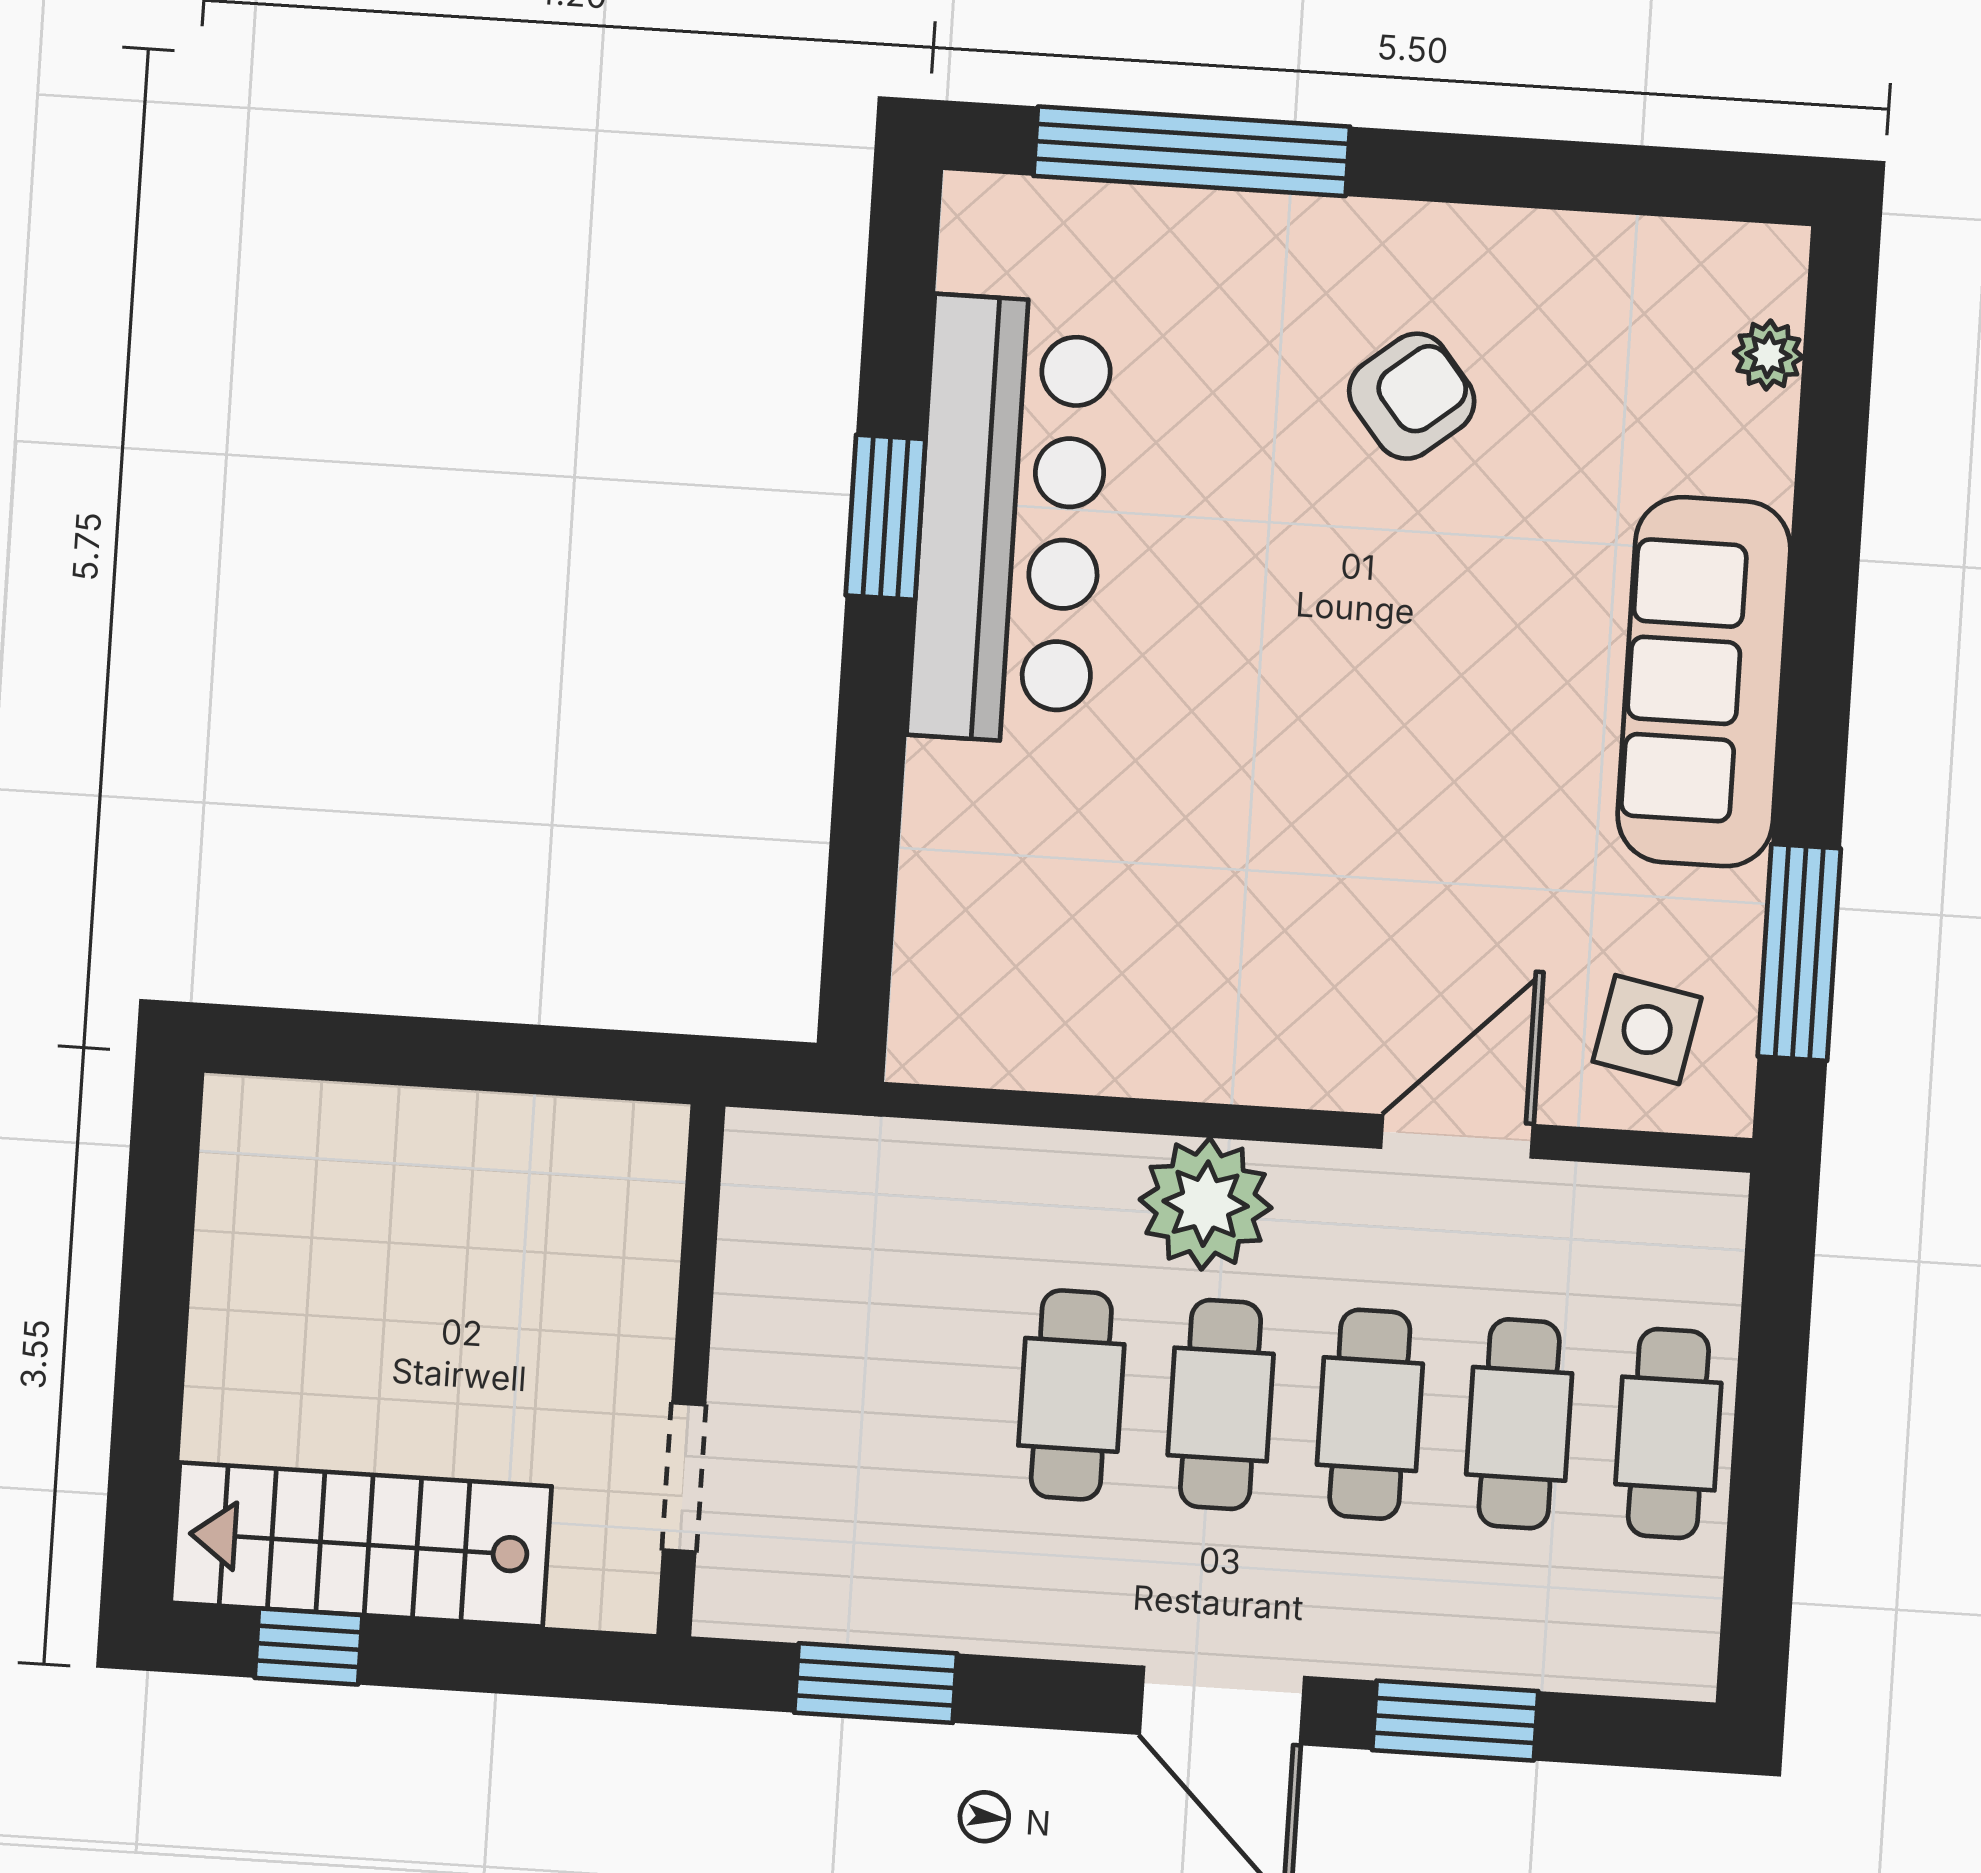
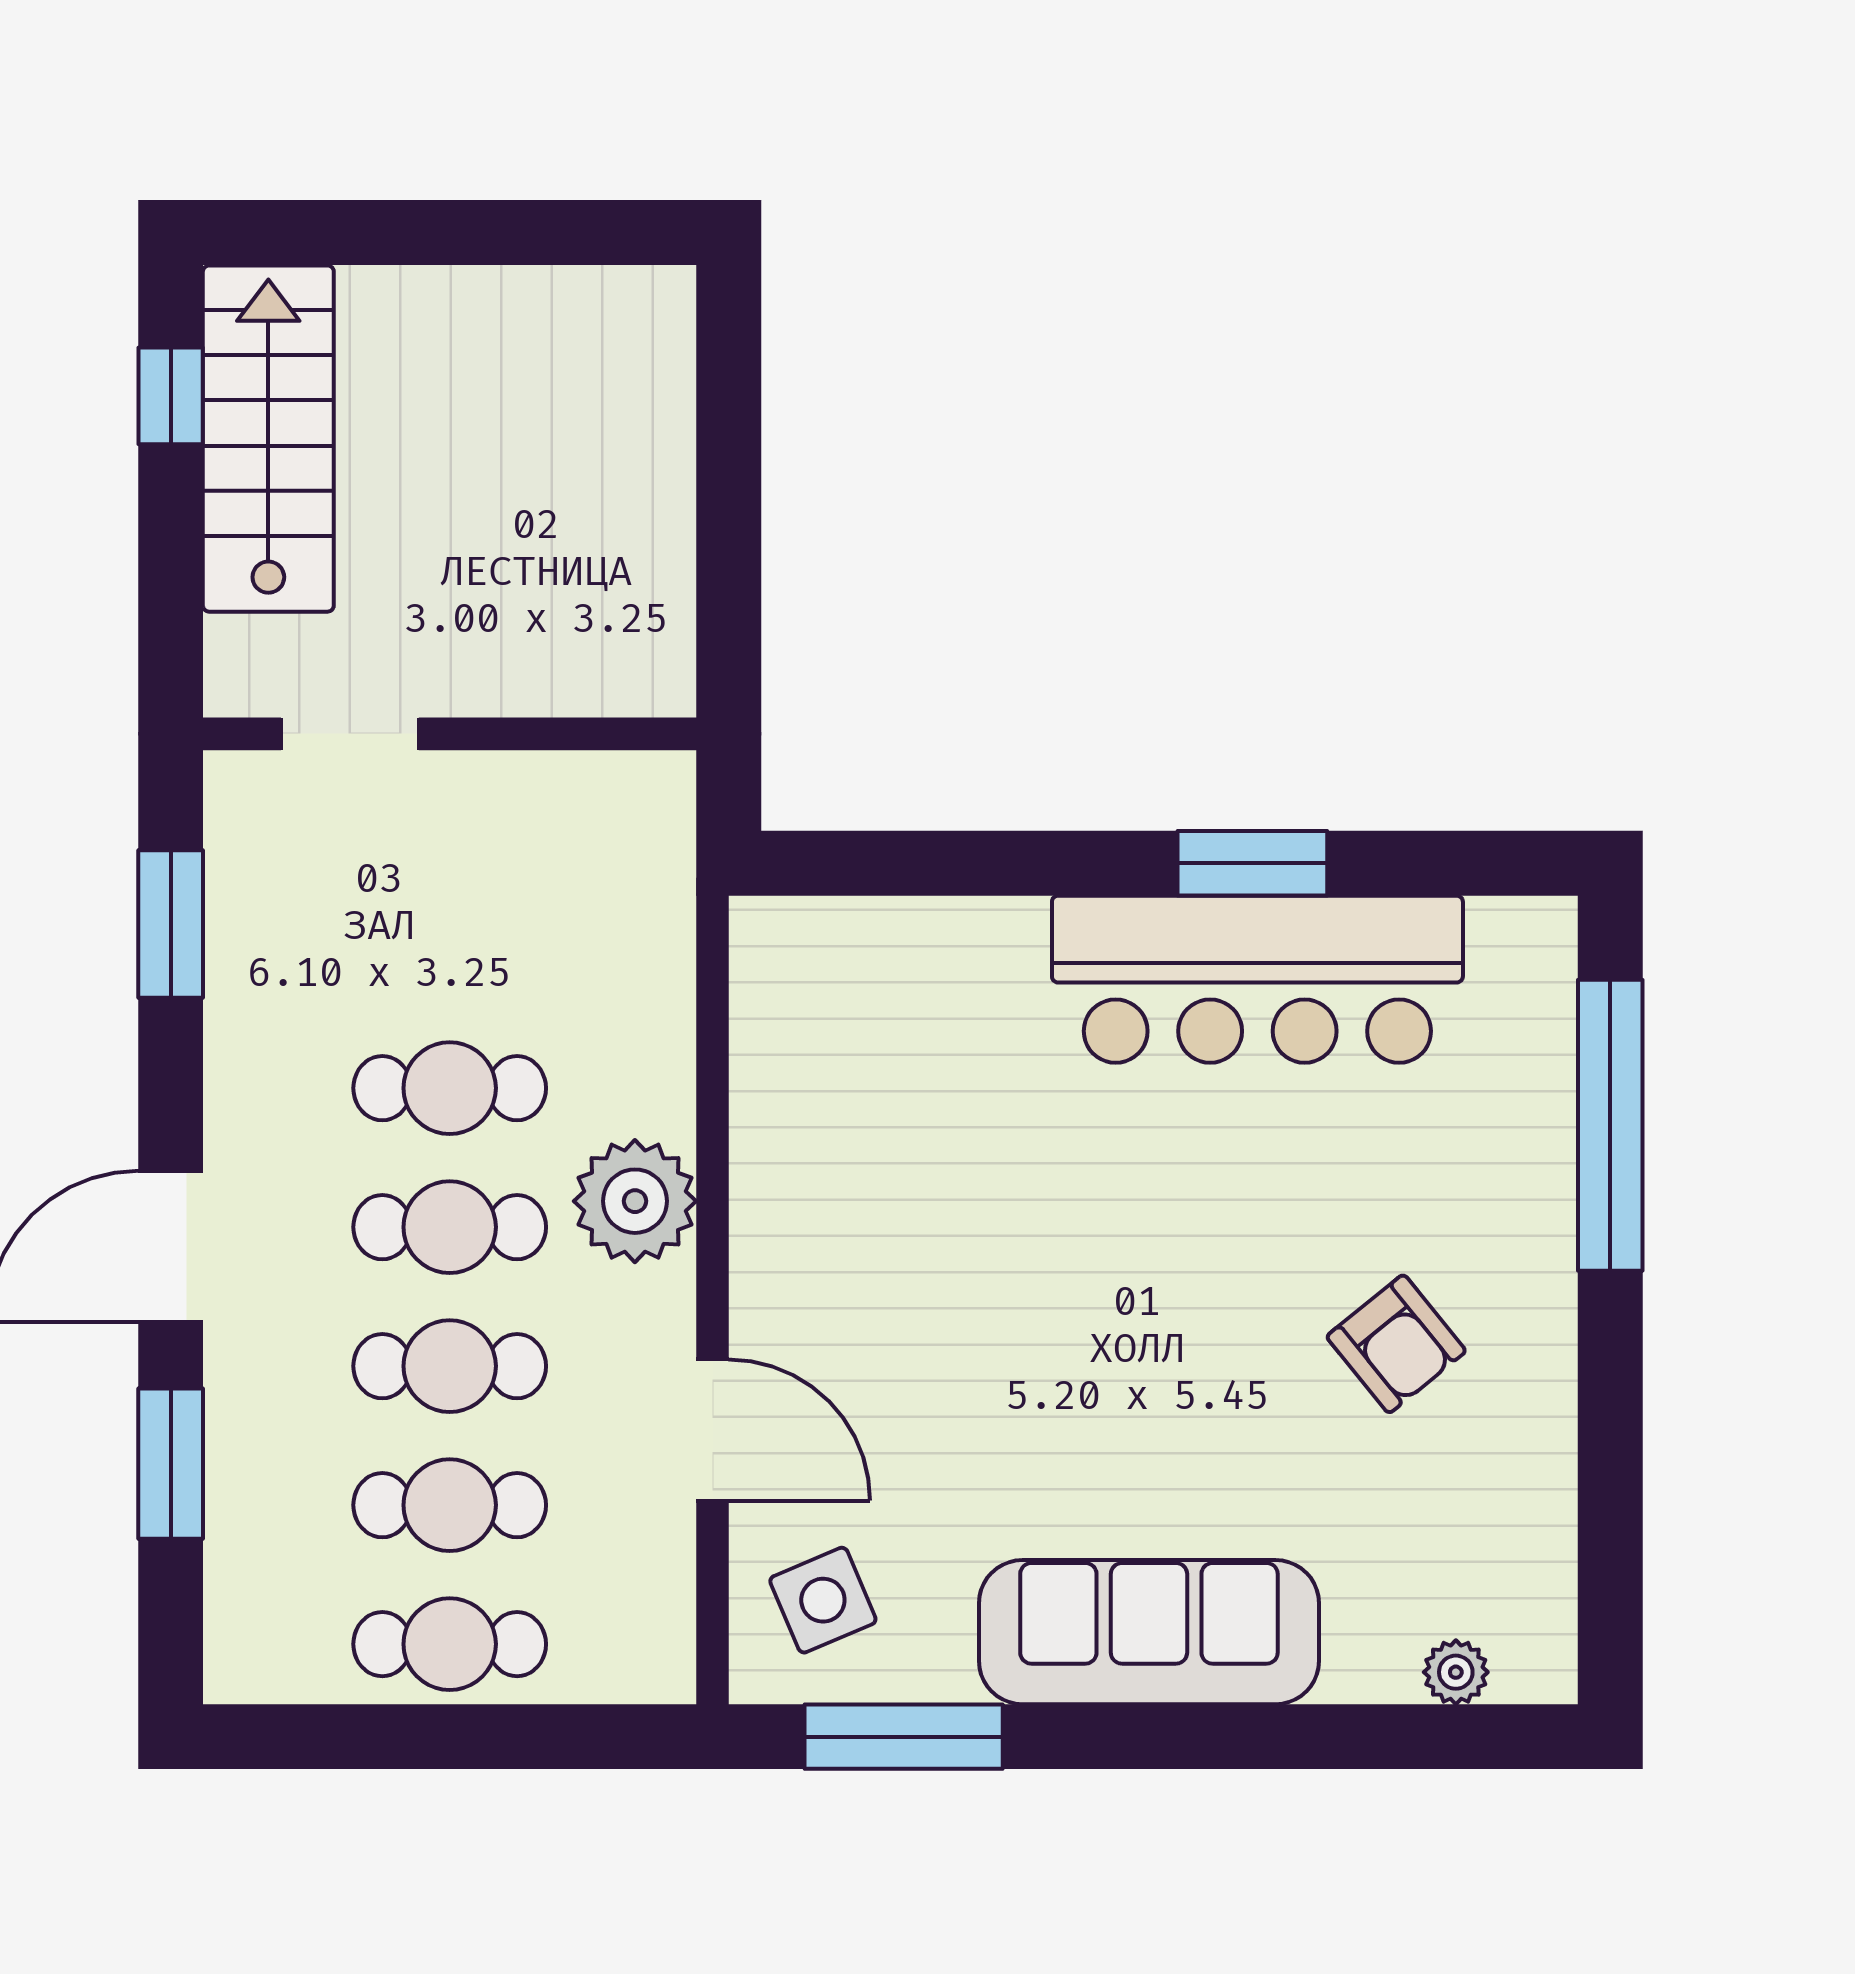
side table: (1647, 1030) -> (823, 1600), turned -34

